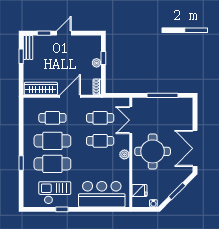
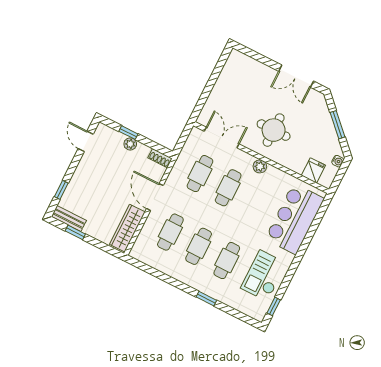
door: (64, 33) -> (86, 141), moved
window: (162, 95) -> (211, 83), removed
double door: (131, 120) -> (222, 138), swing flipped
cafe table: (52, 141) -> (199, 246), width x0.73, depth x0.74
double door: (195, 148) -> (296, 76), width x0.73
round table: (153, 151) -> (274, 130), width x0.73, depth x0.73
cafe table: (52, 164) -> (227, 261), width x0.73, depth x0.74
window: (62, 209) -> (274, 306), moved

